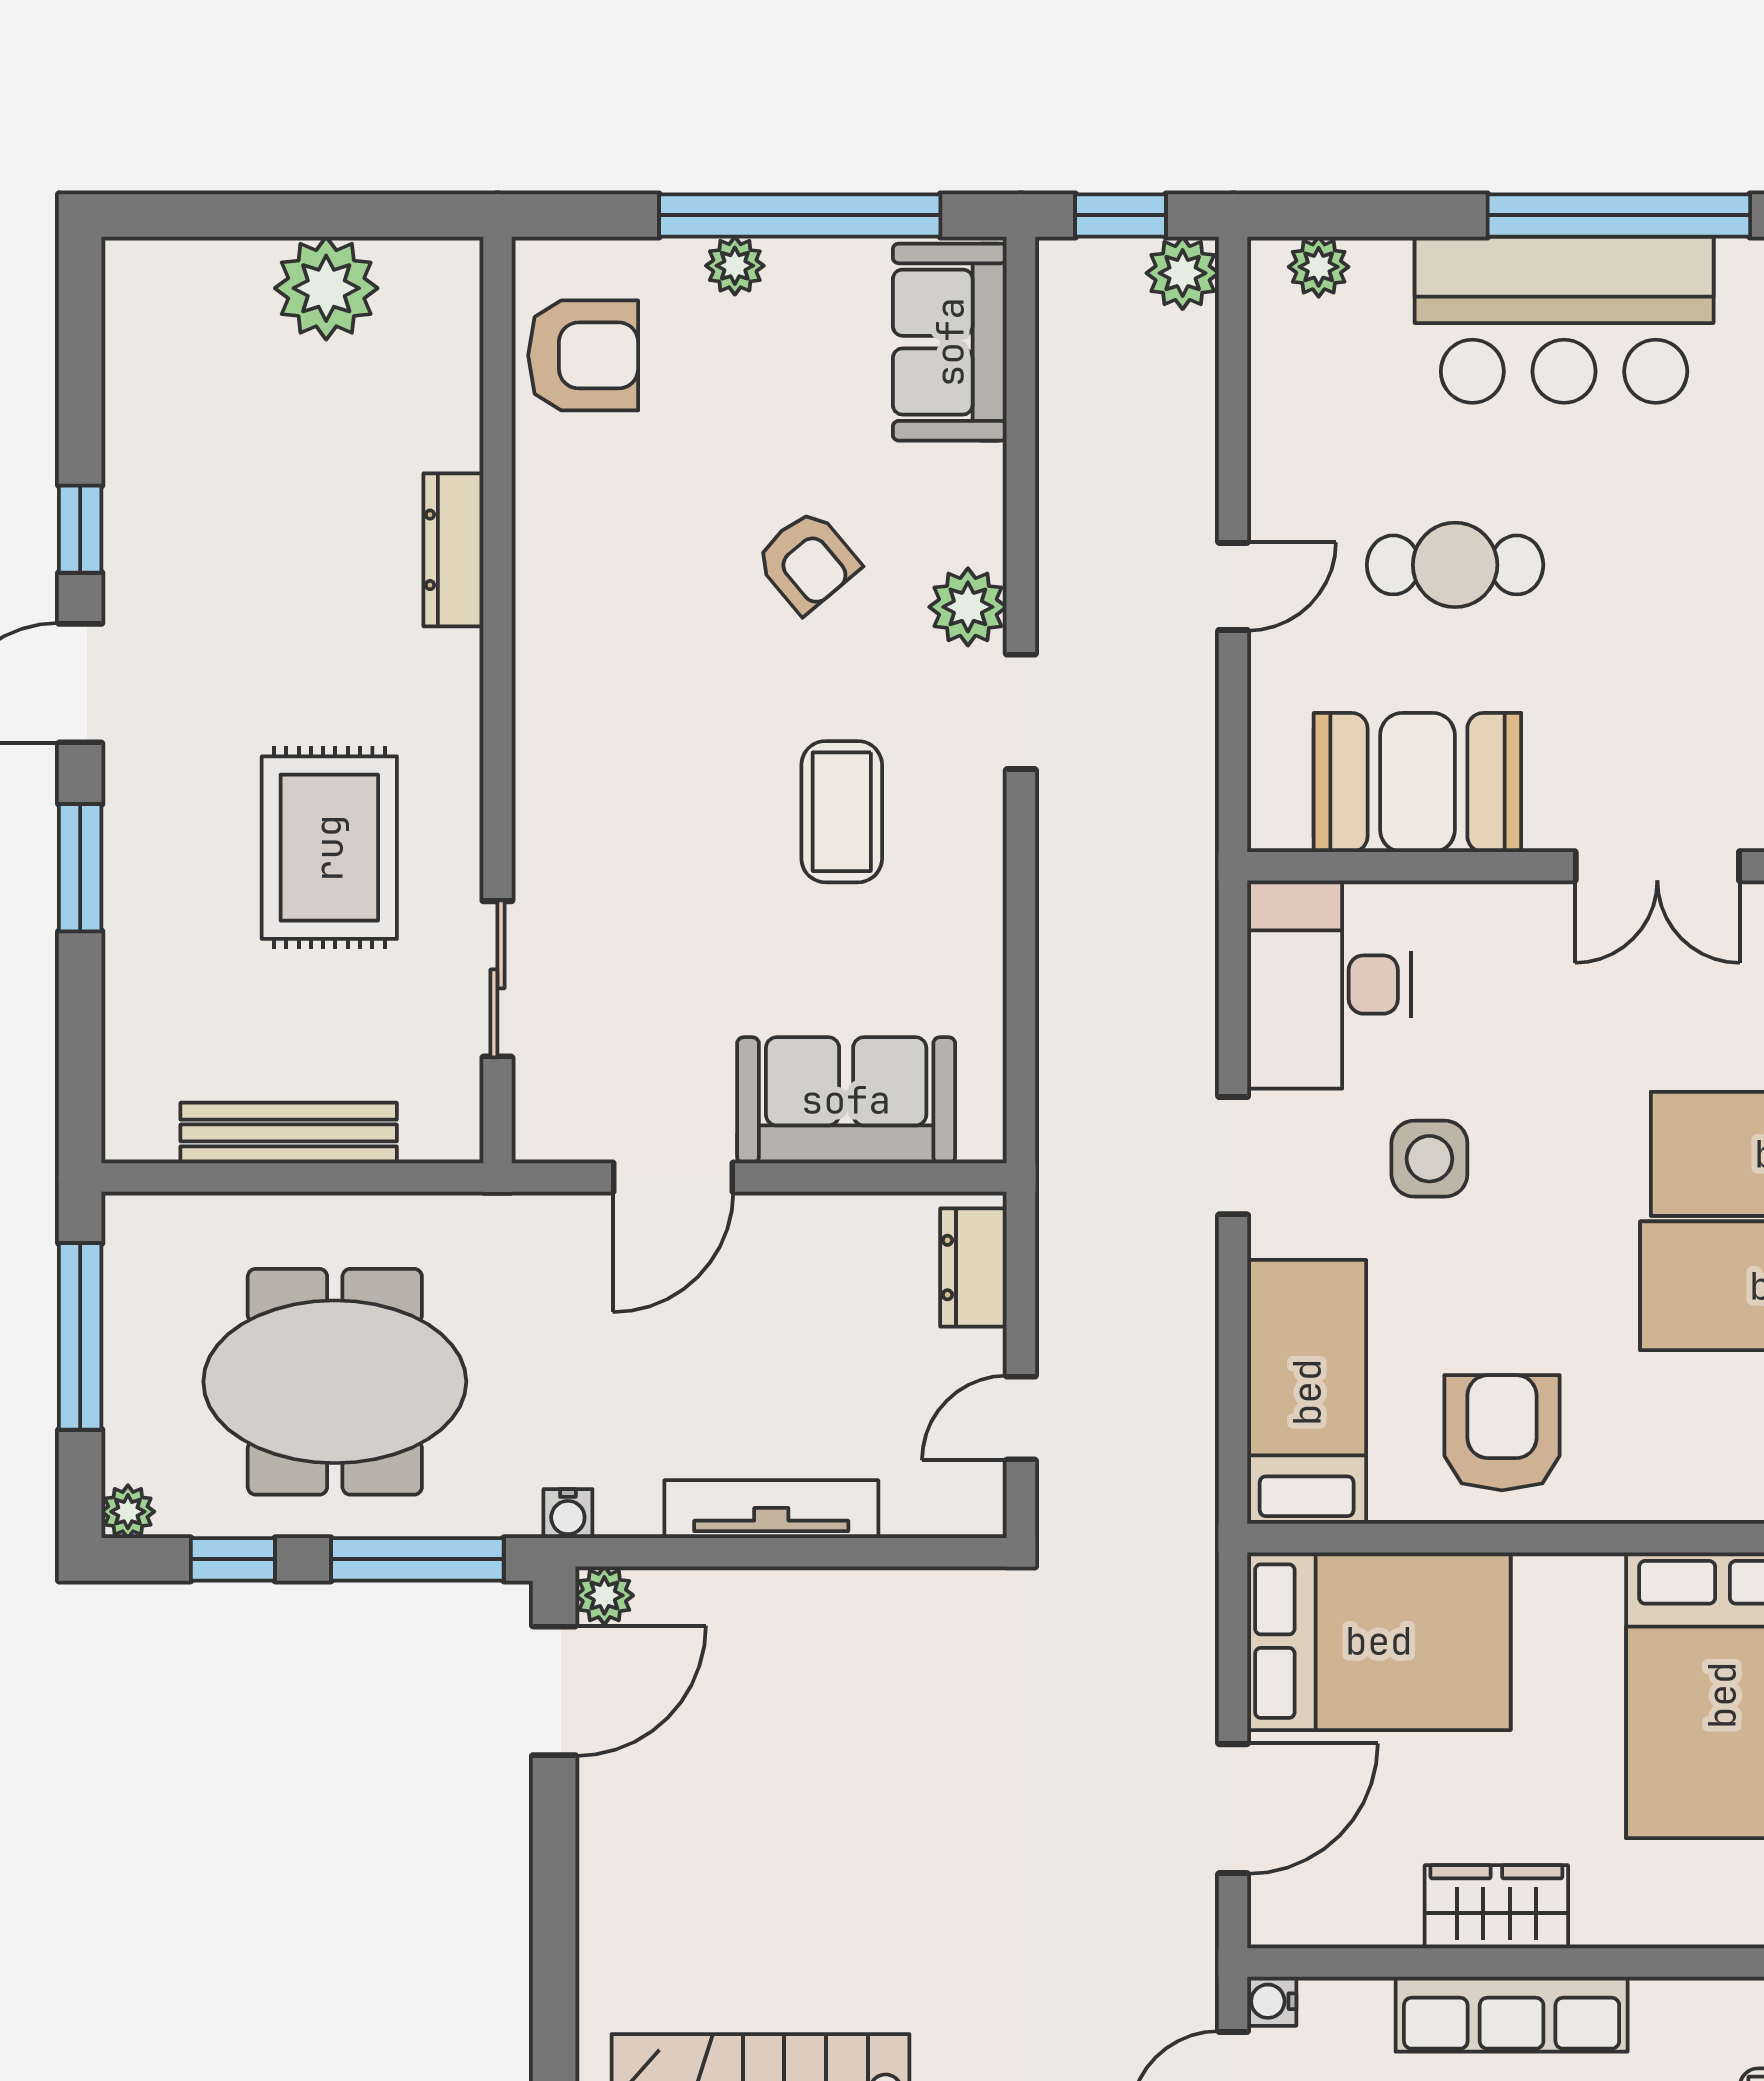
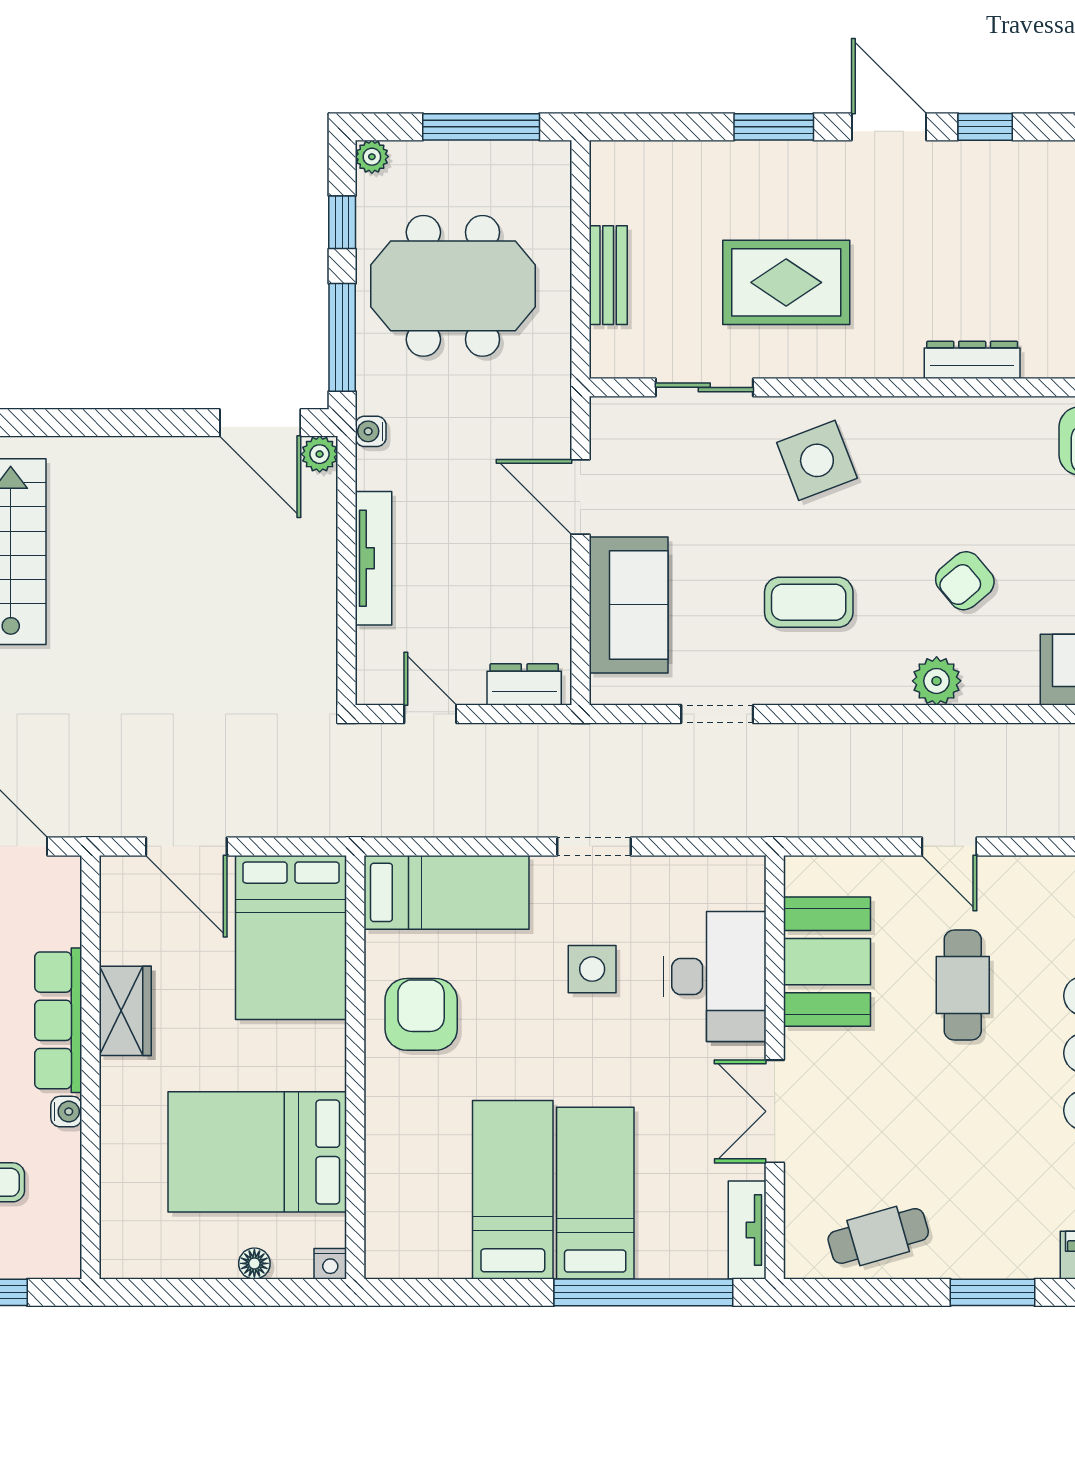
doorway: (1021, 712) -> (717, 714), moved
side table: (614, 798) -> (817, 460), added
desk: (1329, 985) -> (715, 977), moved, turned 90
bench: (289, 1133) -> (608, 275), width x0.73
meeting table: (335, 1382) -> (453, 286), turned 90
armchair: (1502, 1433) -> (421, 1014), turned -90
water cooler: (1272, 2001) -> (66, 1112), moved, turned 90

